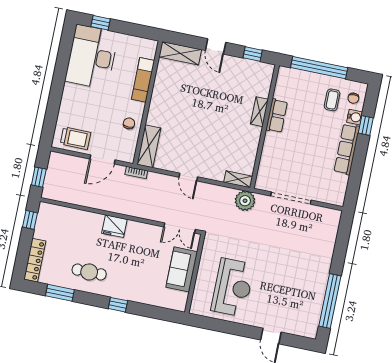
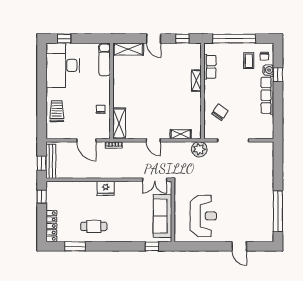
exam couch: (143, 80) -> (105, 60), moved
row of seats: (277, 116) -> (210, 67), moved
trolley: (75, 138) -> (57, 111), moved, turned -90
door: (102, 159) -> (86, 140), hinge flipped
chair: (281, 159) -> (220, 112), added
bench: (51, 177) -> (51, 161), added
shelving: (238, 179) -> (181, 134), moved
sofa: (182, 269) -> (162, 216), width x1.36
window: (118, 305) -> (152, 246), moved

